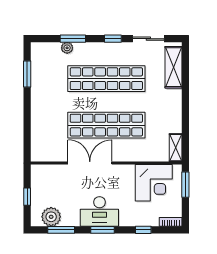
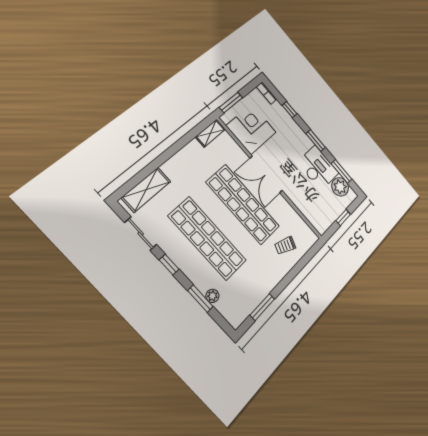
trolley: (51, 130) -> (285, 245), added
double door: (90, 163) -> (266, 174), moved
desk: (99, 211) -> (318, 168), moved

